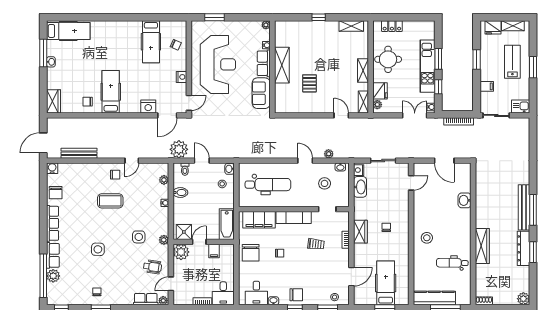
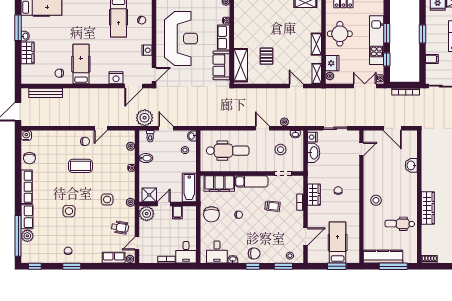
shelving: (282, 65) -> (241, 65), moved
wardrobe: (54, 101) -> (28, 53), moved
bench: (79, 153) -> (46, 93), moved

